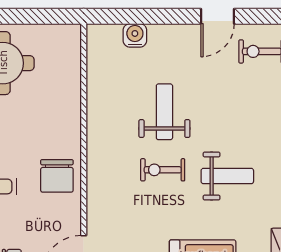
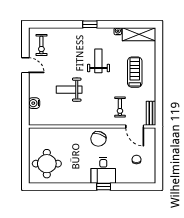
exercise bike: (163, 170) -> (120, 107), moved
chair: (57, 176) -> (98, 139), turned 109

